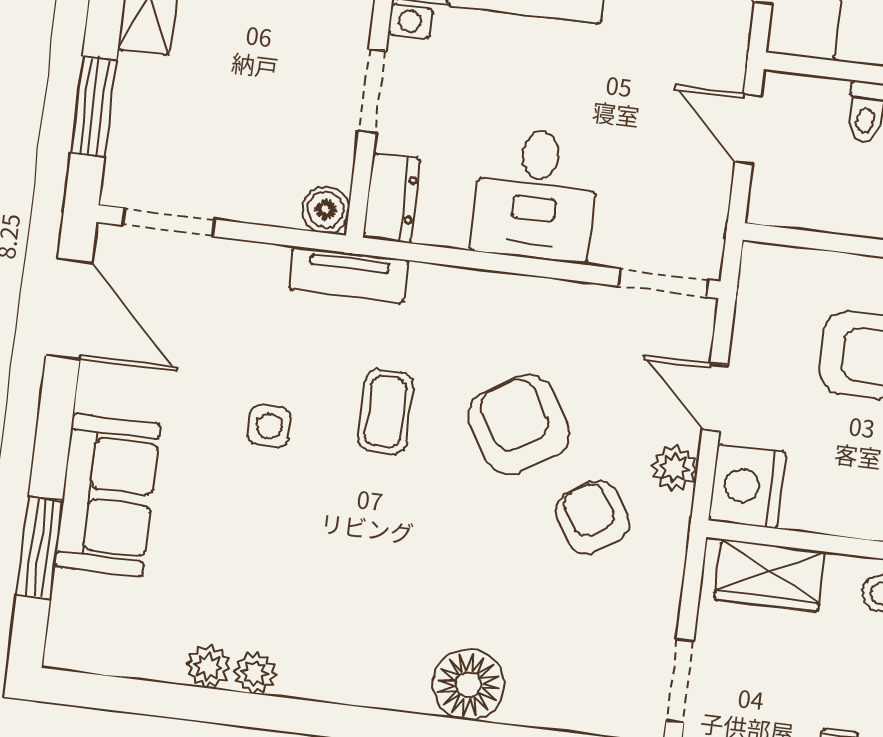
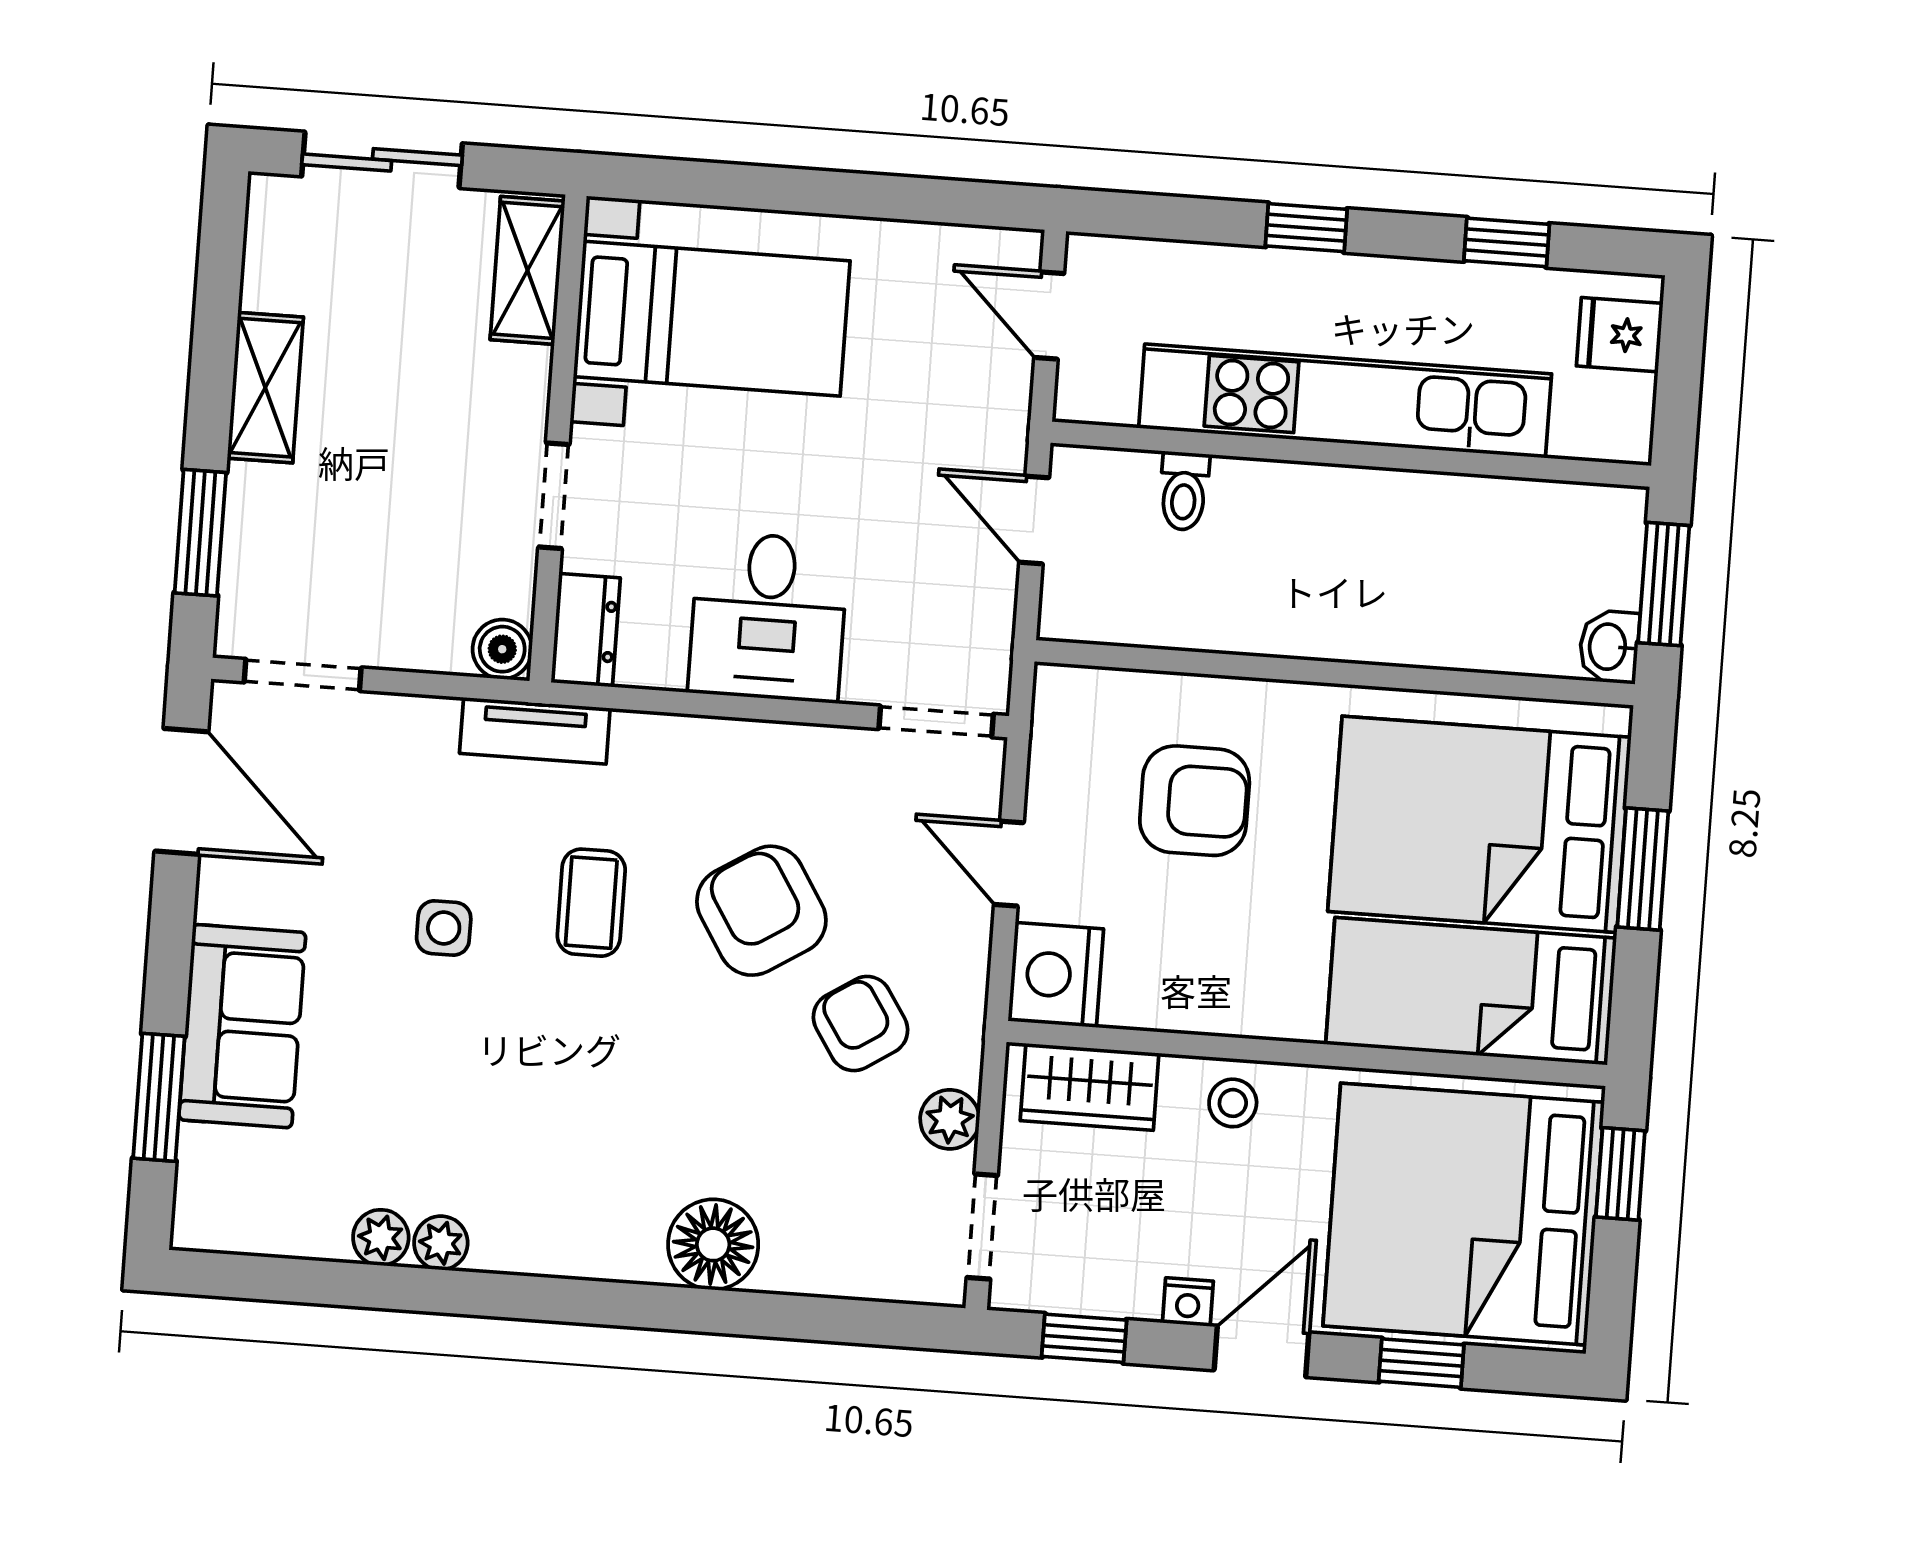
plant: (674, 468) -> (950, 1119), moved

